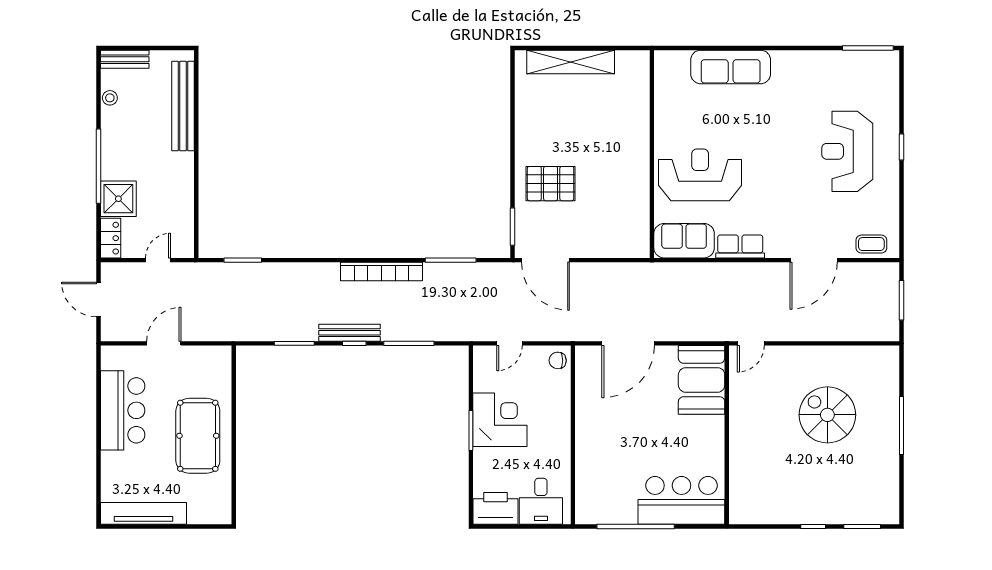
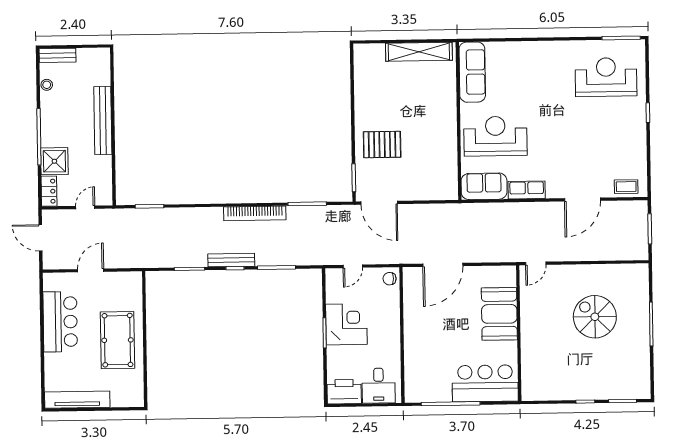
shelving: (571, 62) -> (419, 52), moved
sofa: (731, 67) -> (472, 72), moved, turned -90
bench: (183, 106) -> (103, 120), moved
reception desk: (847, 151) -> (606, 77), moved, turned 90
booth: (702, 380) -> (499, 314), moved

